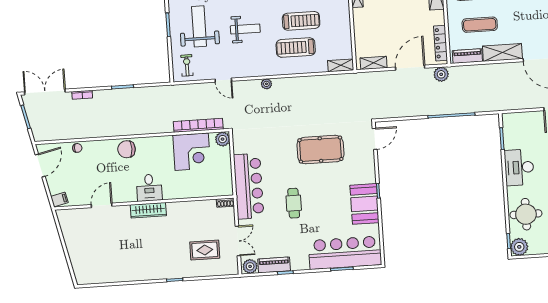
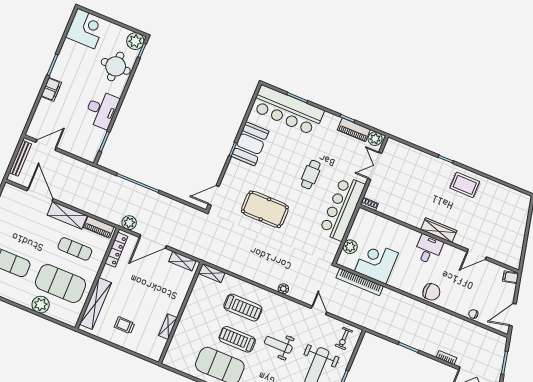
treadmill: (301, 21) -> (237, 339), moved
plant: (223, 139) -> (350, 247), moved
rug: (205, 250) -> (465, 185), moved

